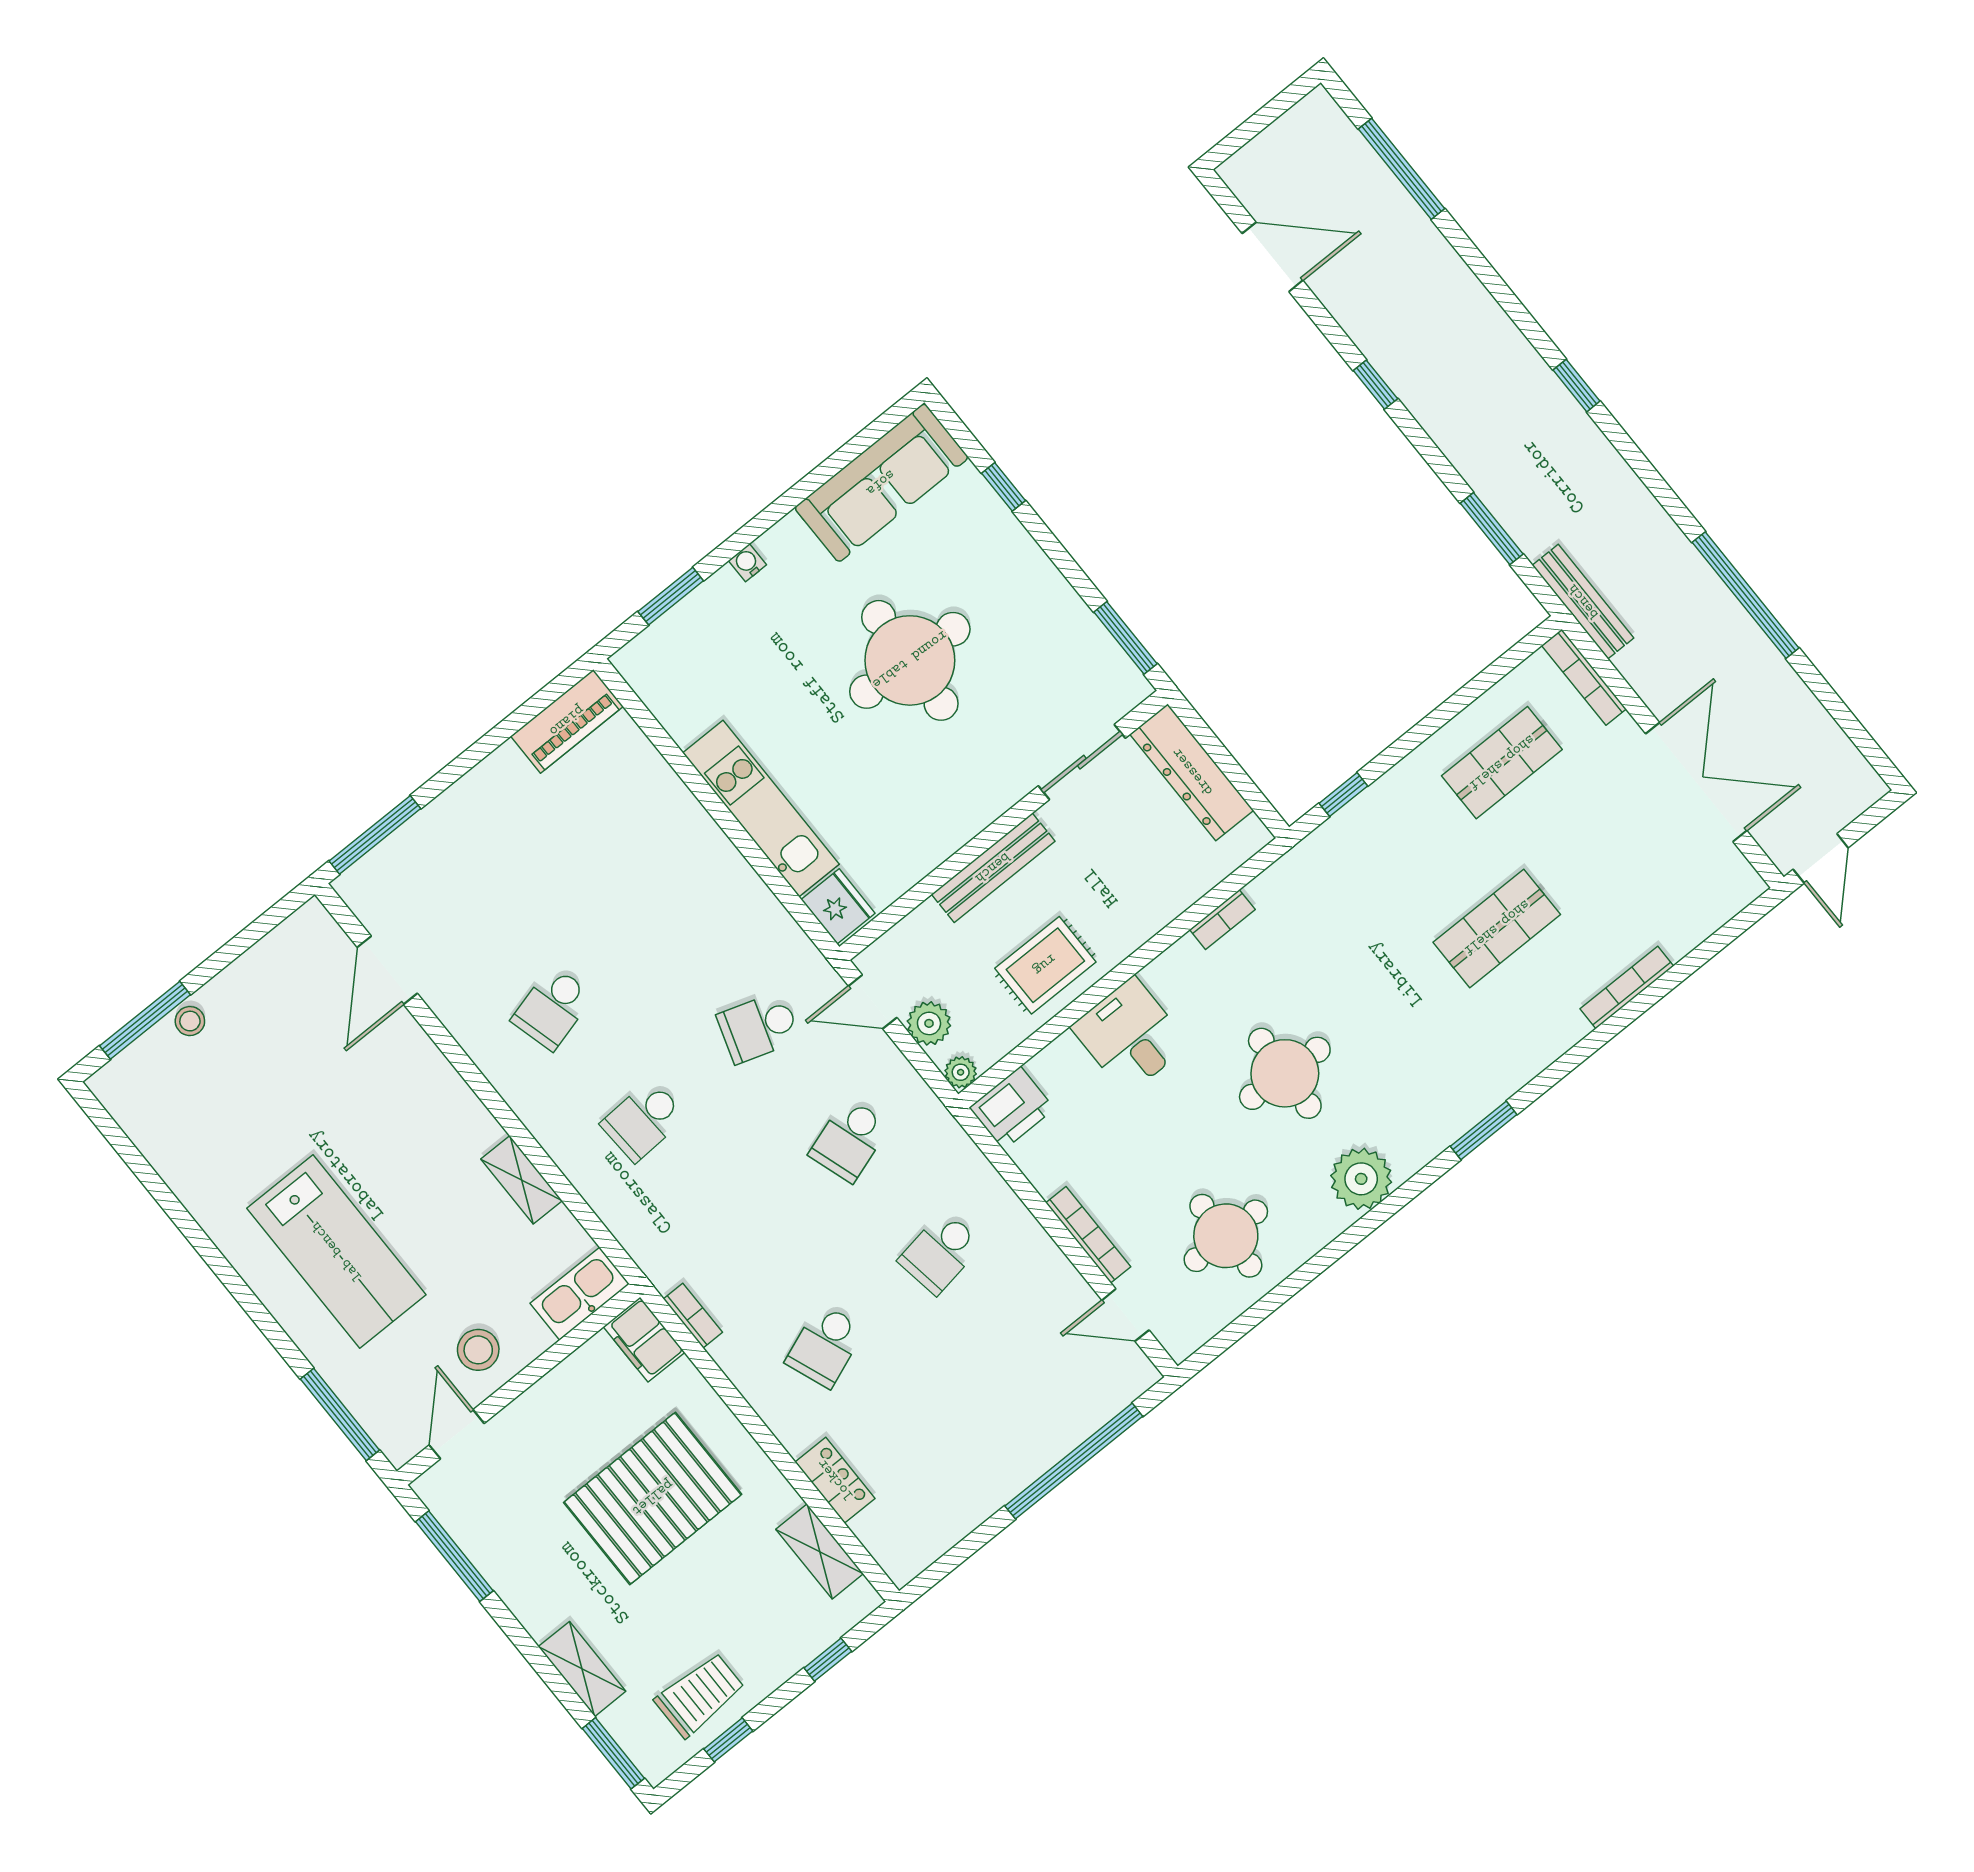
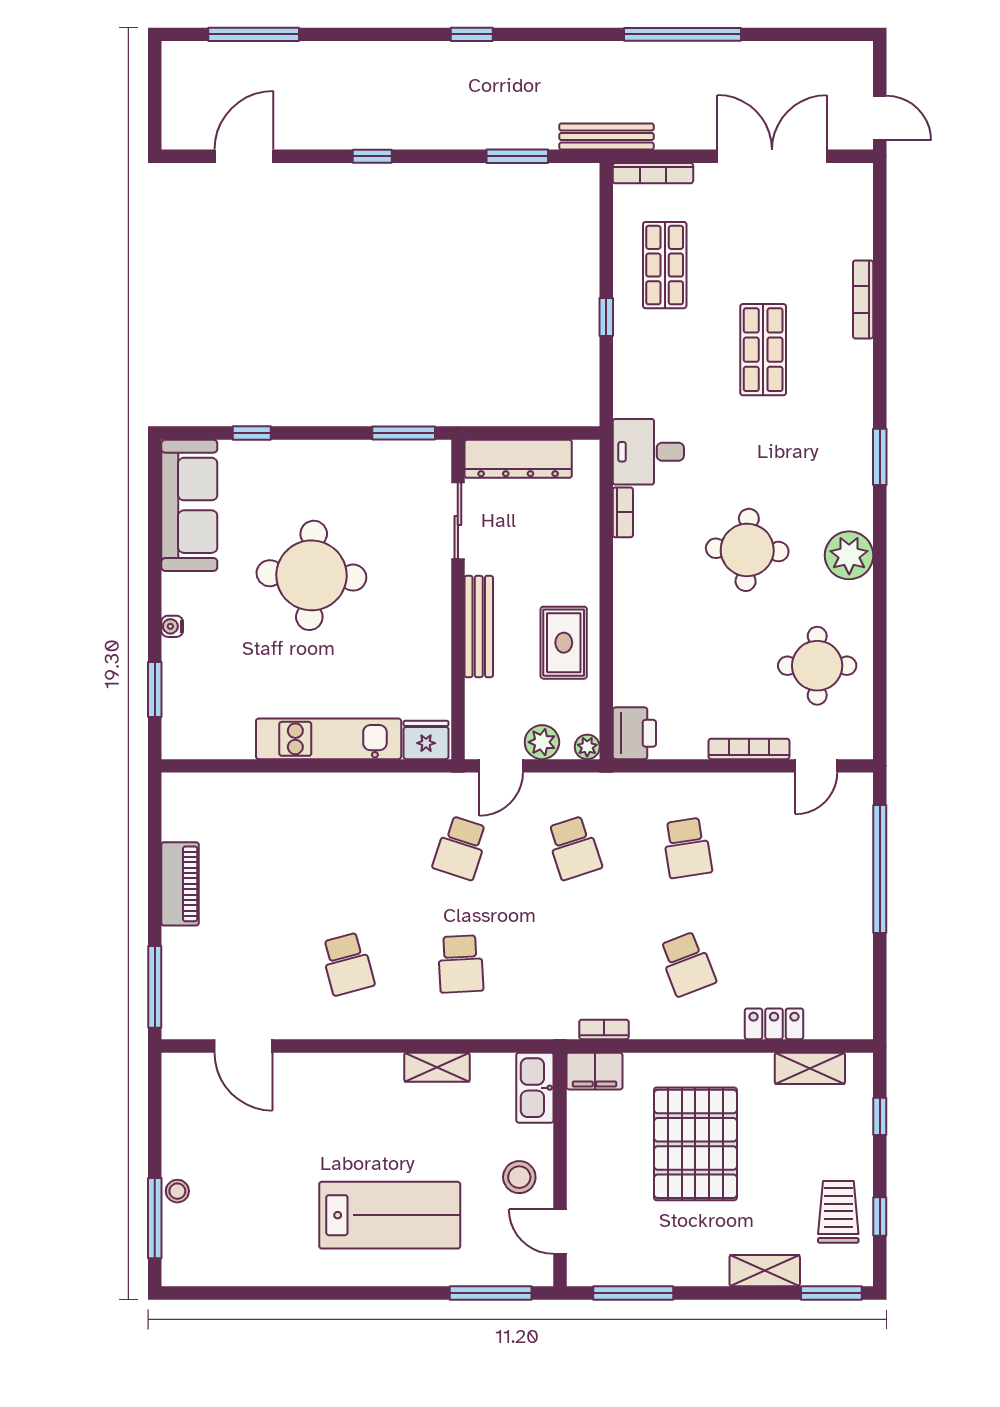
piano: (567, 721) -> (180, 884), moved
window: (1343, 795) -> (606, 317), moved
desk: (1130, 1036) -> (648, 452), moved

